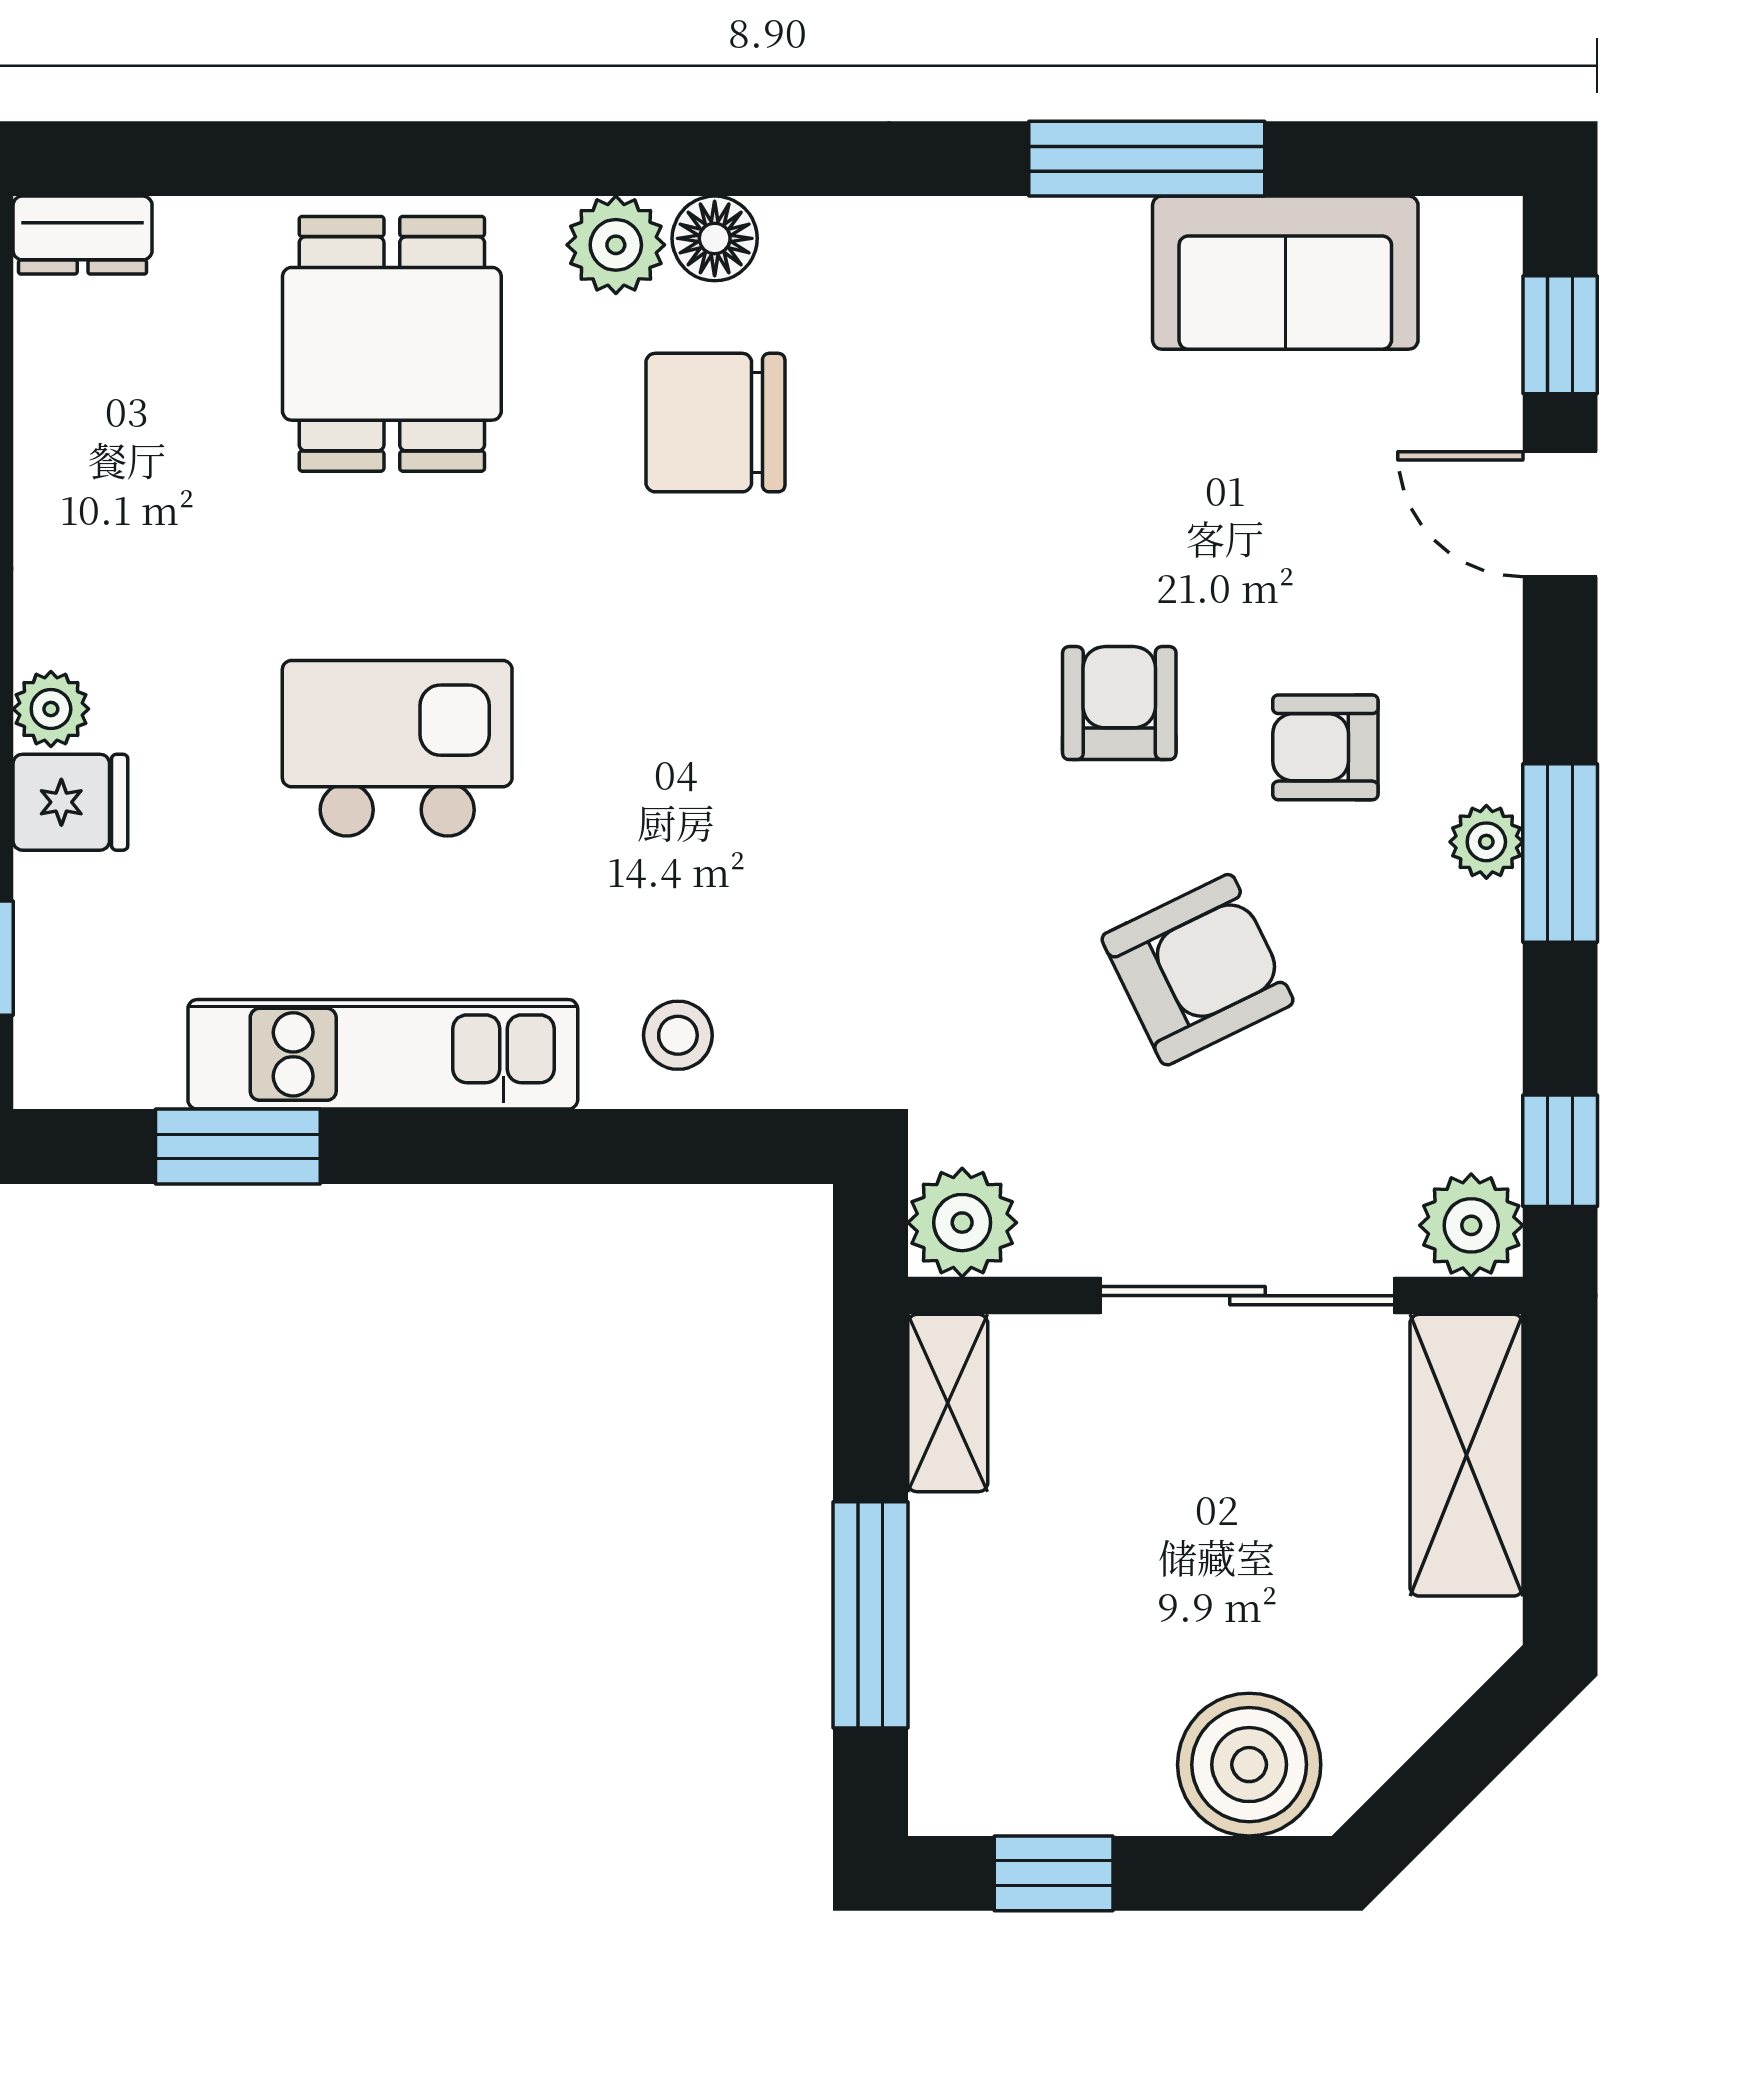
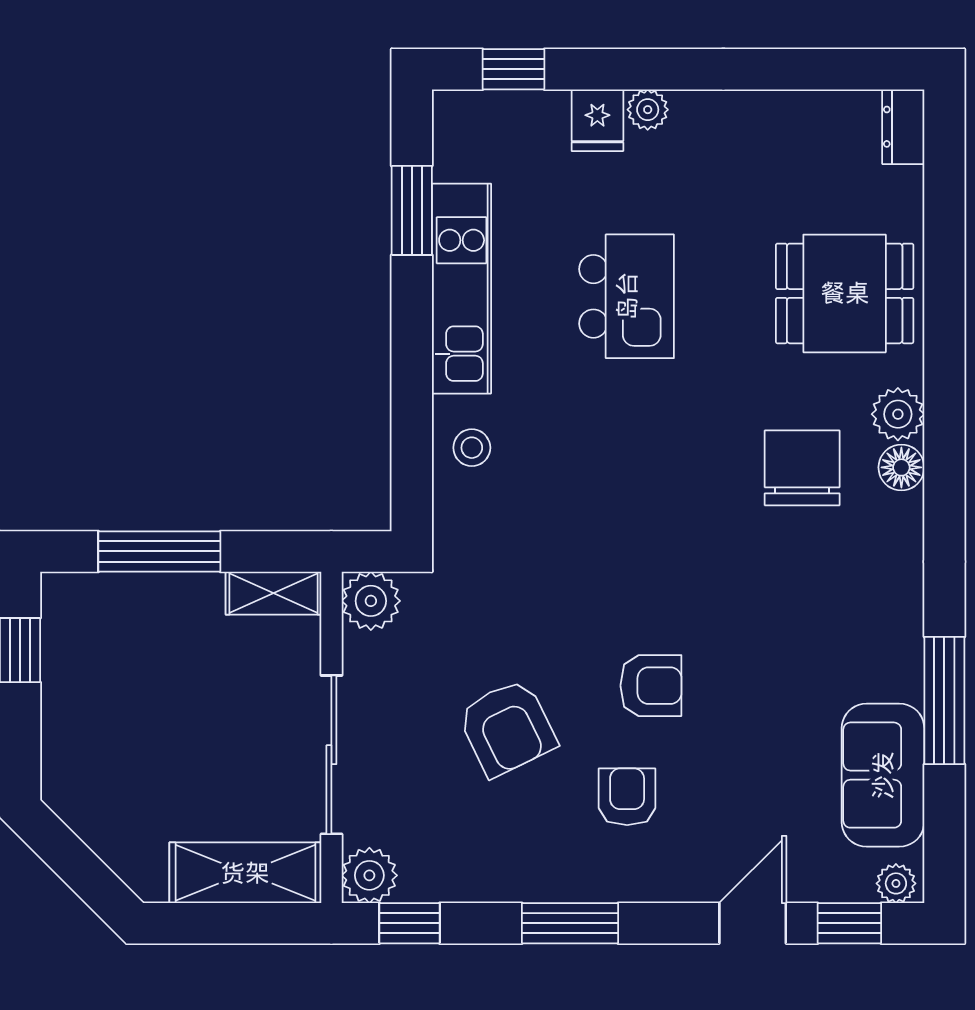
plant: (1486, 842) -> (896, 883), moved
boiler: (1249, 1765) -> (79, 756), removed

